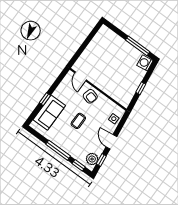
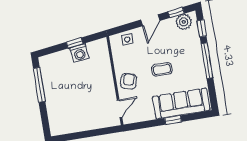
washing machine: (145, 63) -> (79, 53), moved
sofa: (49, 113) -> (181, 103), width x1.36

